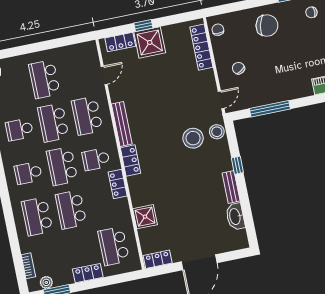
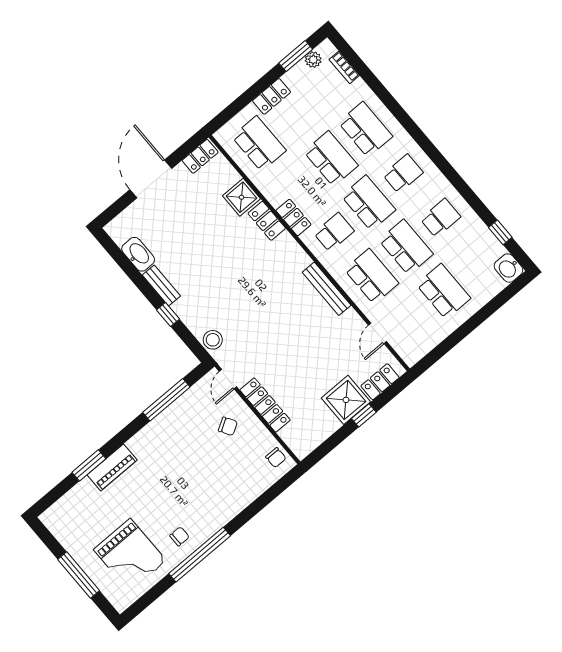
chair: (267, 26) -> (222, 493), removed
locker: (201, 47) -> (265, 405), moved
stool: (193, 138) -> (236, 317), removed
locker: (131, 161) -> (267, 221), moved

